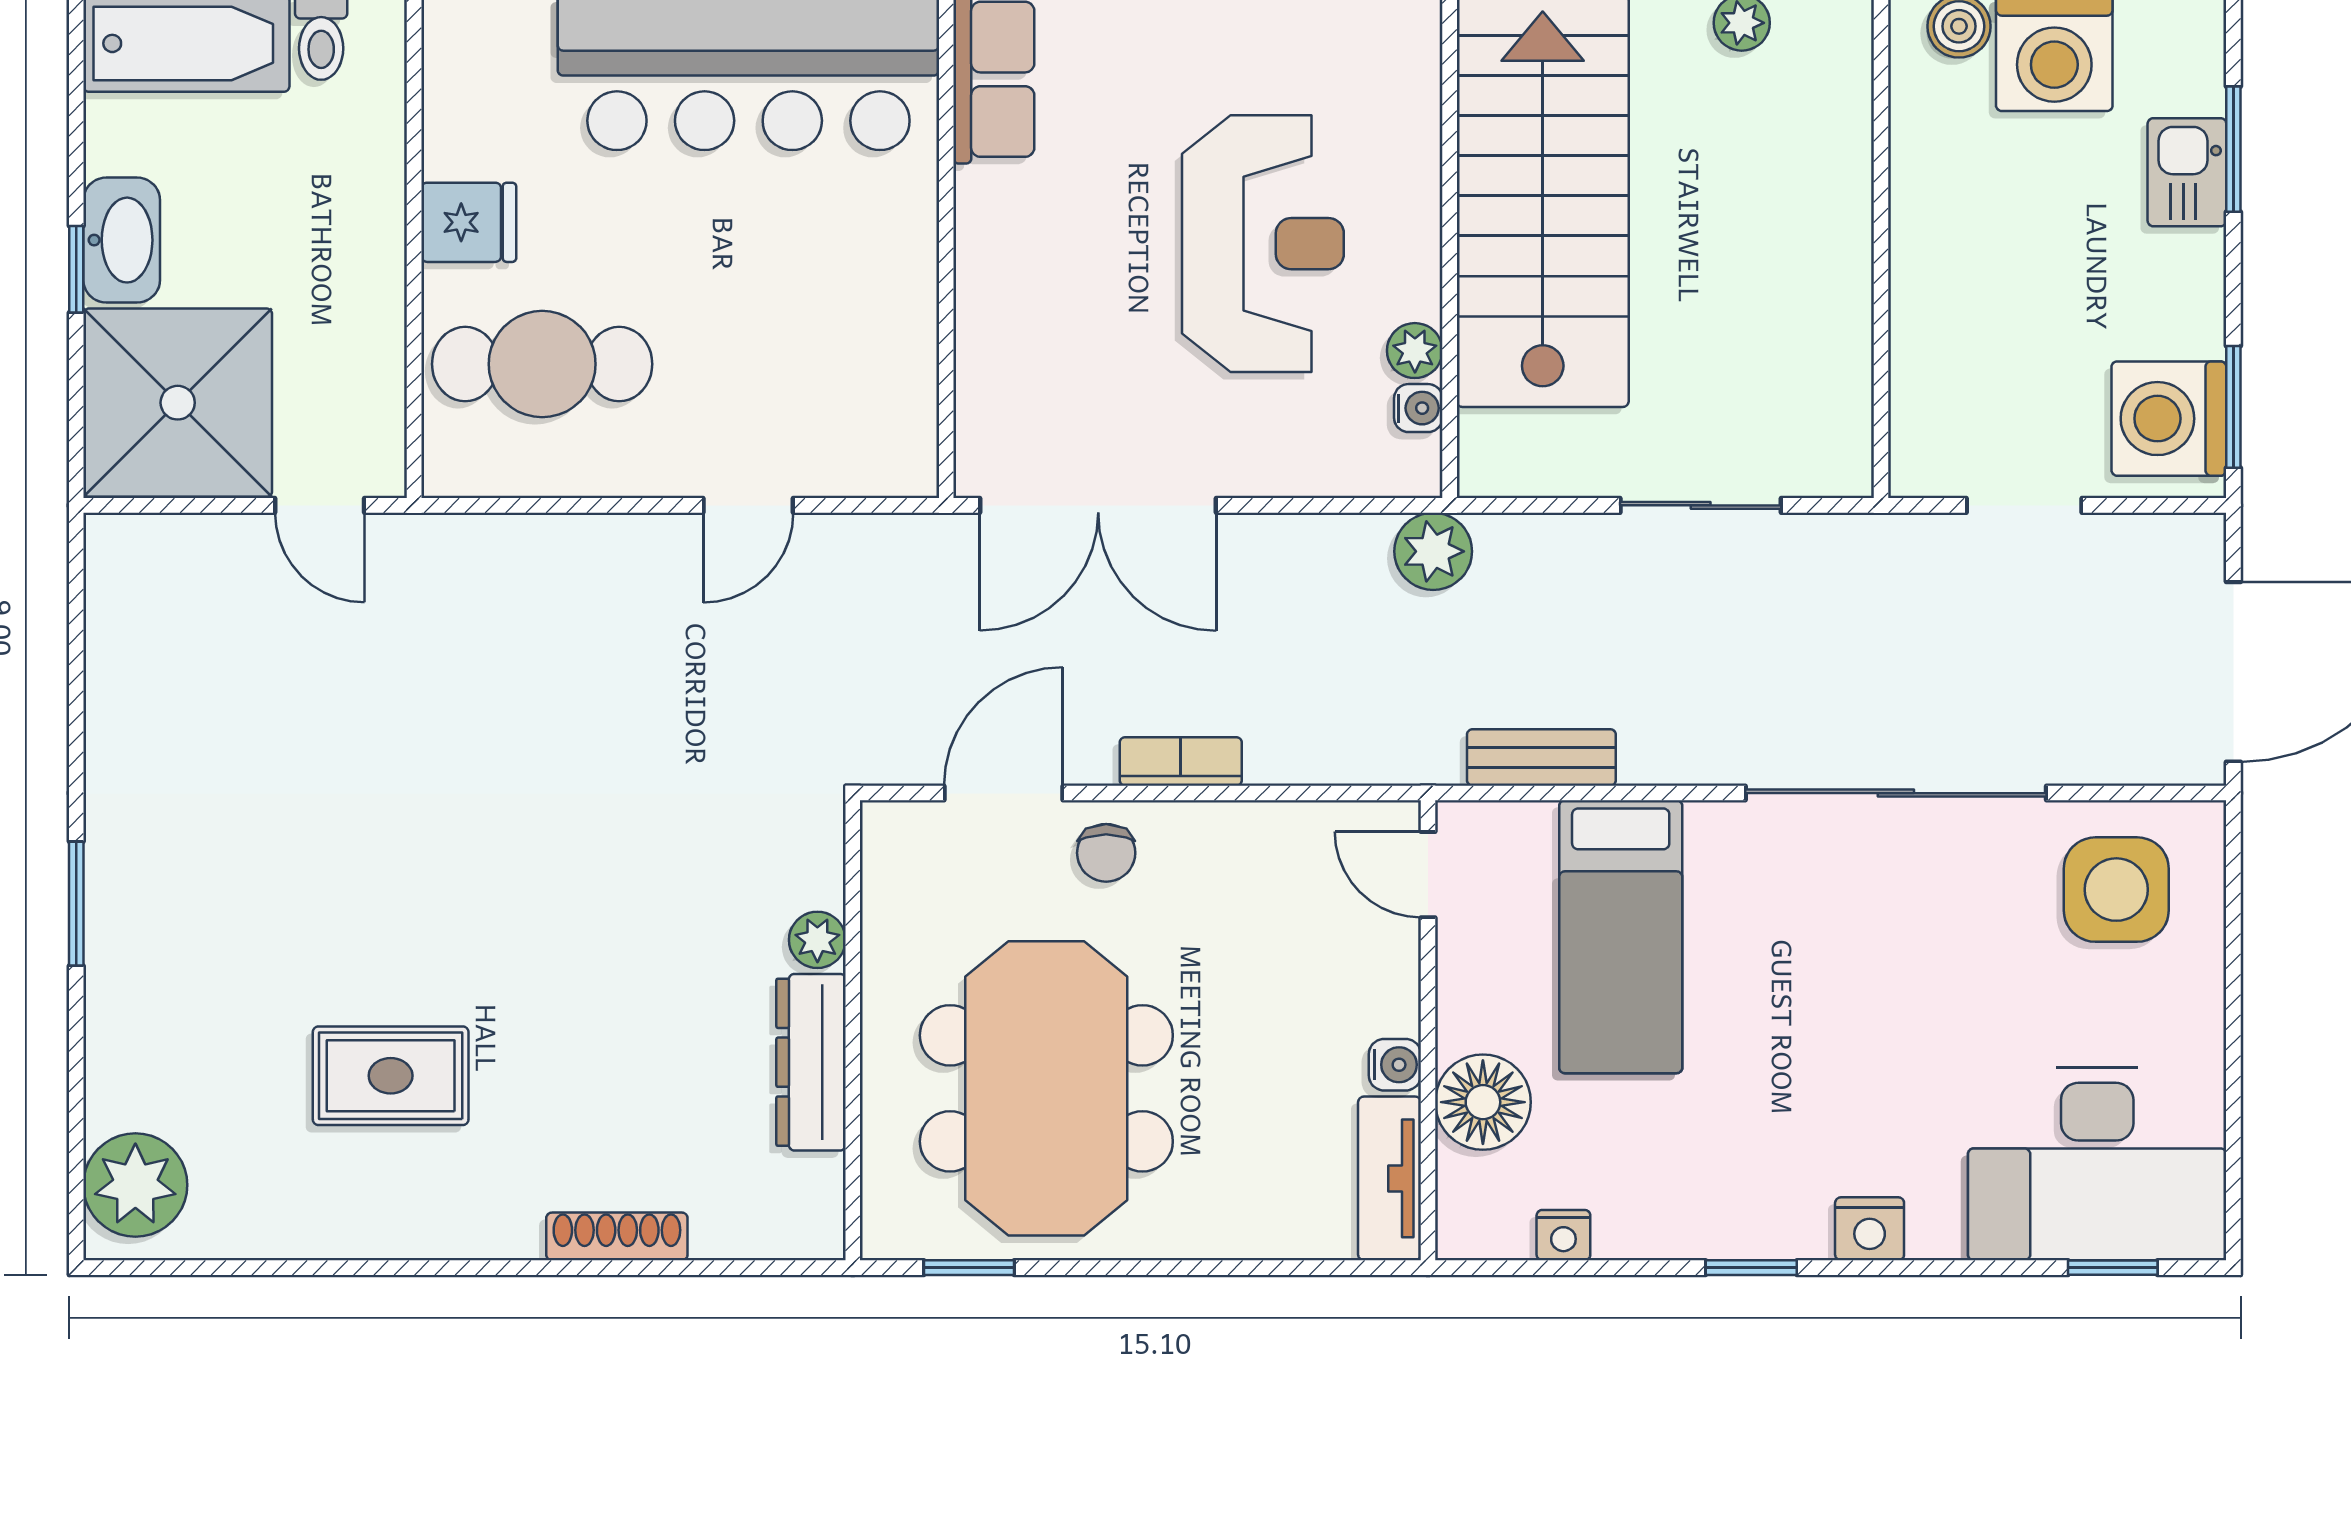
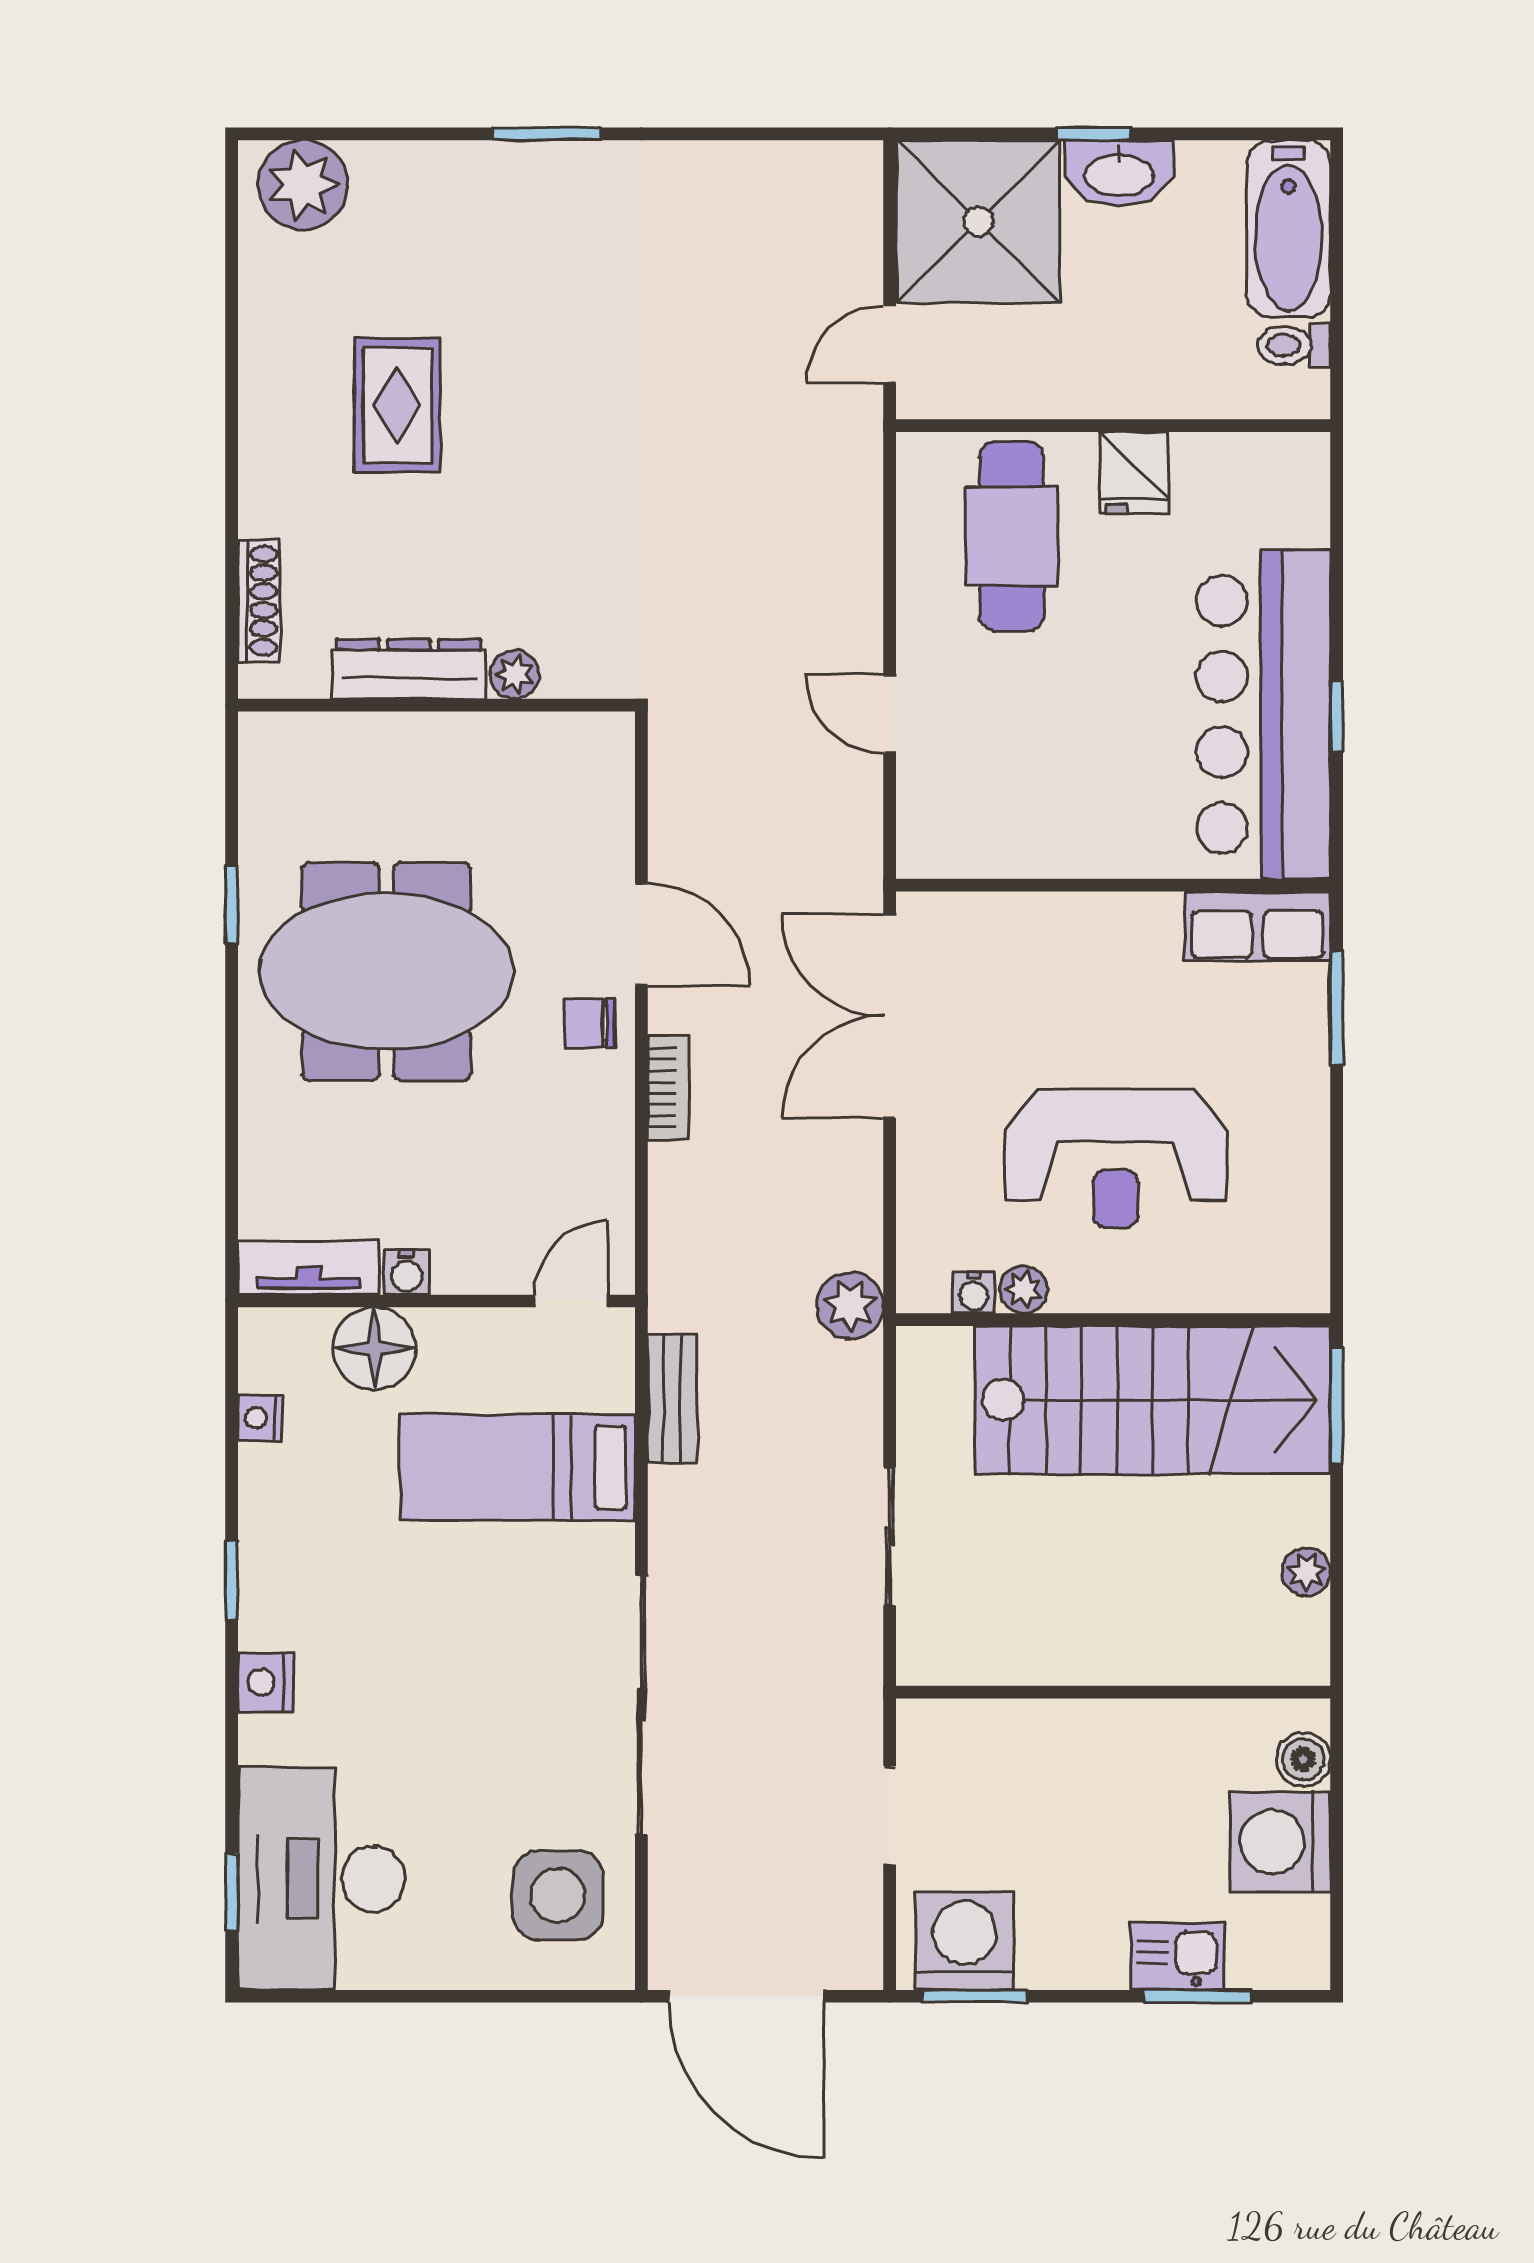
plant: (817, 940) -> (515, 674), moved
wall: (853, 1030) -> (437, 705), moved
dresser: (811, 1062) -> (409, 669), moved

